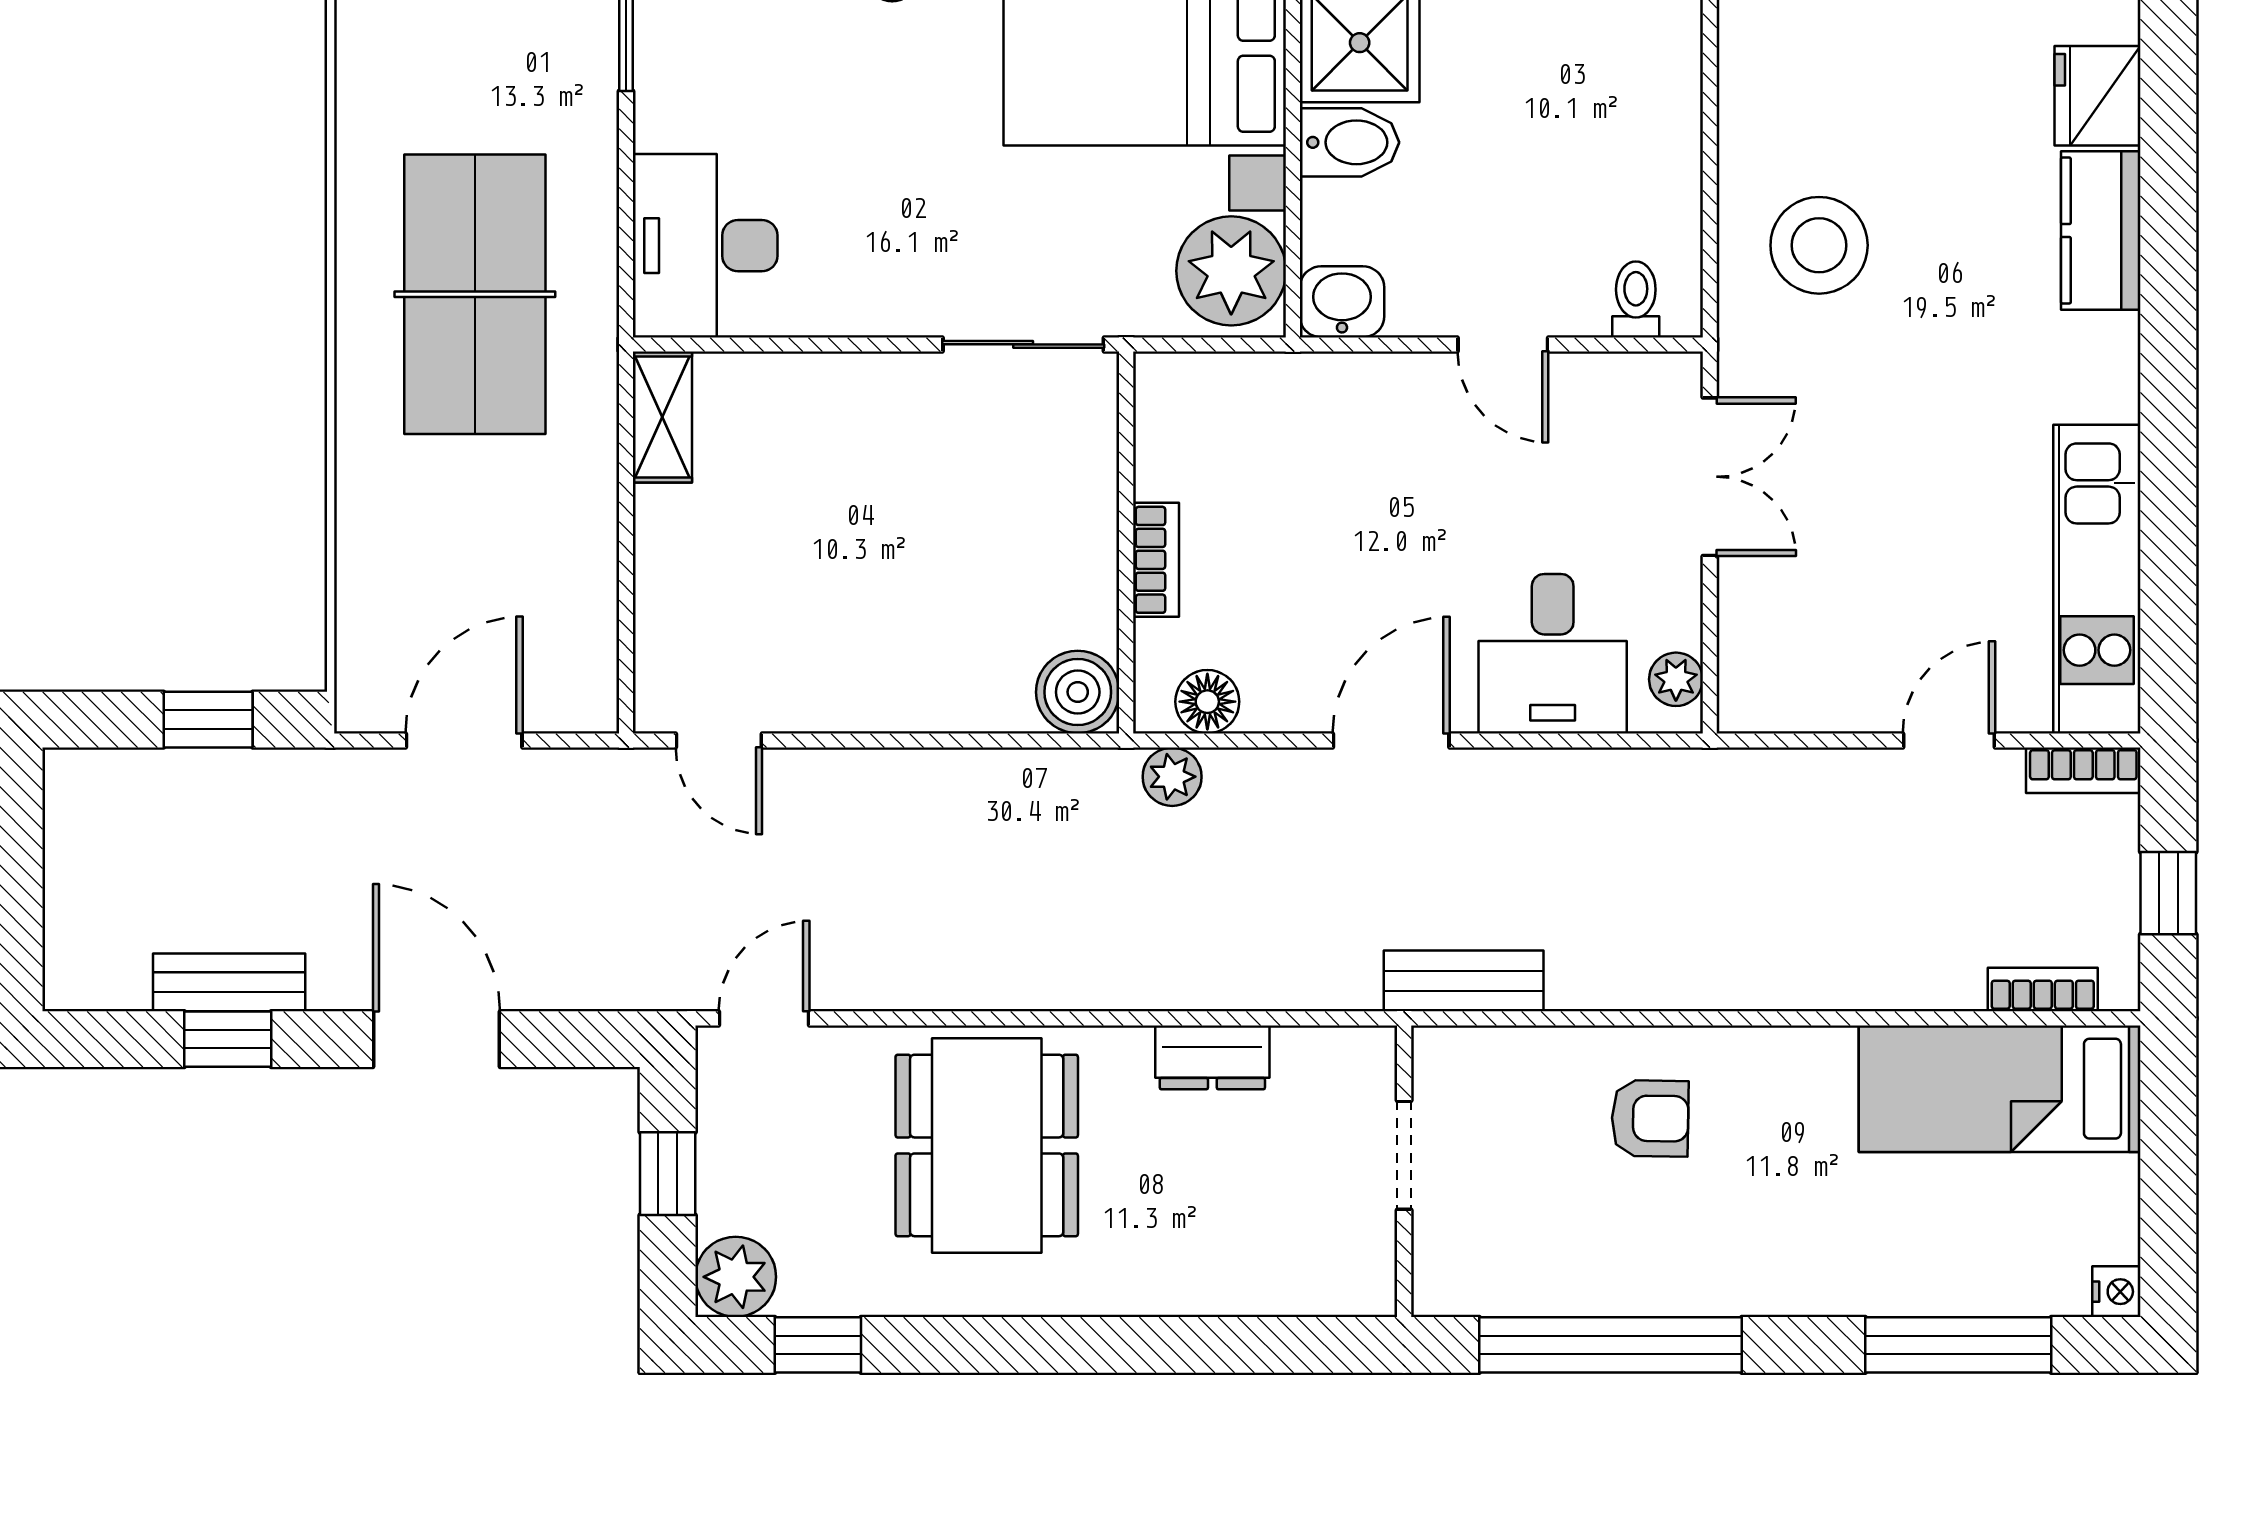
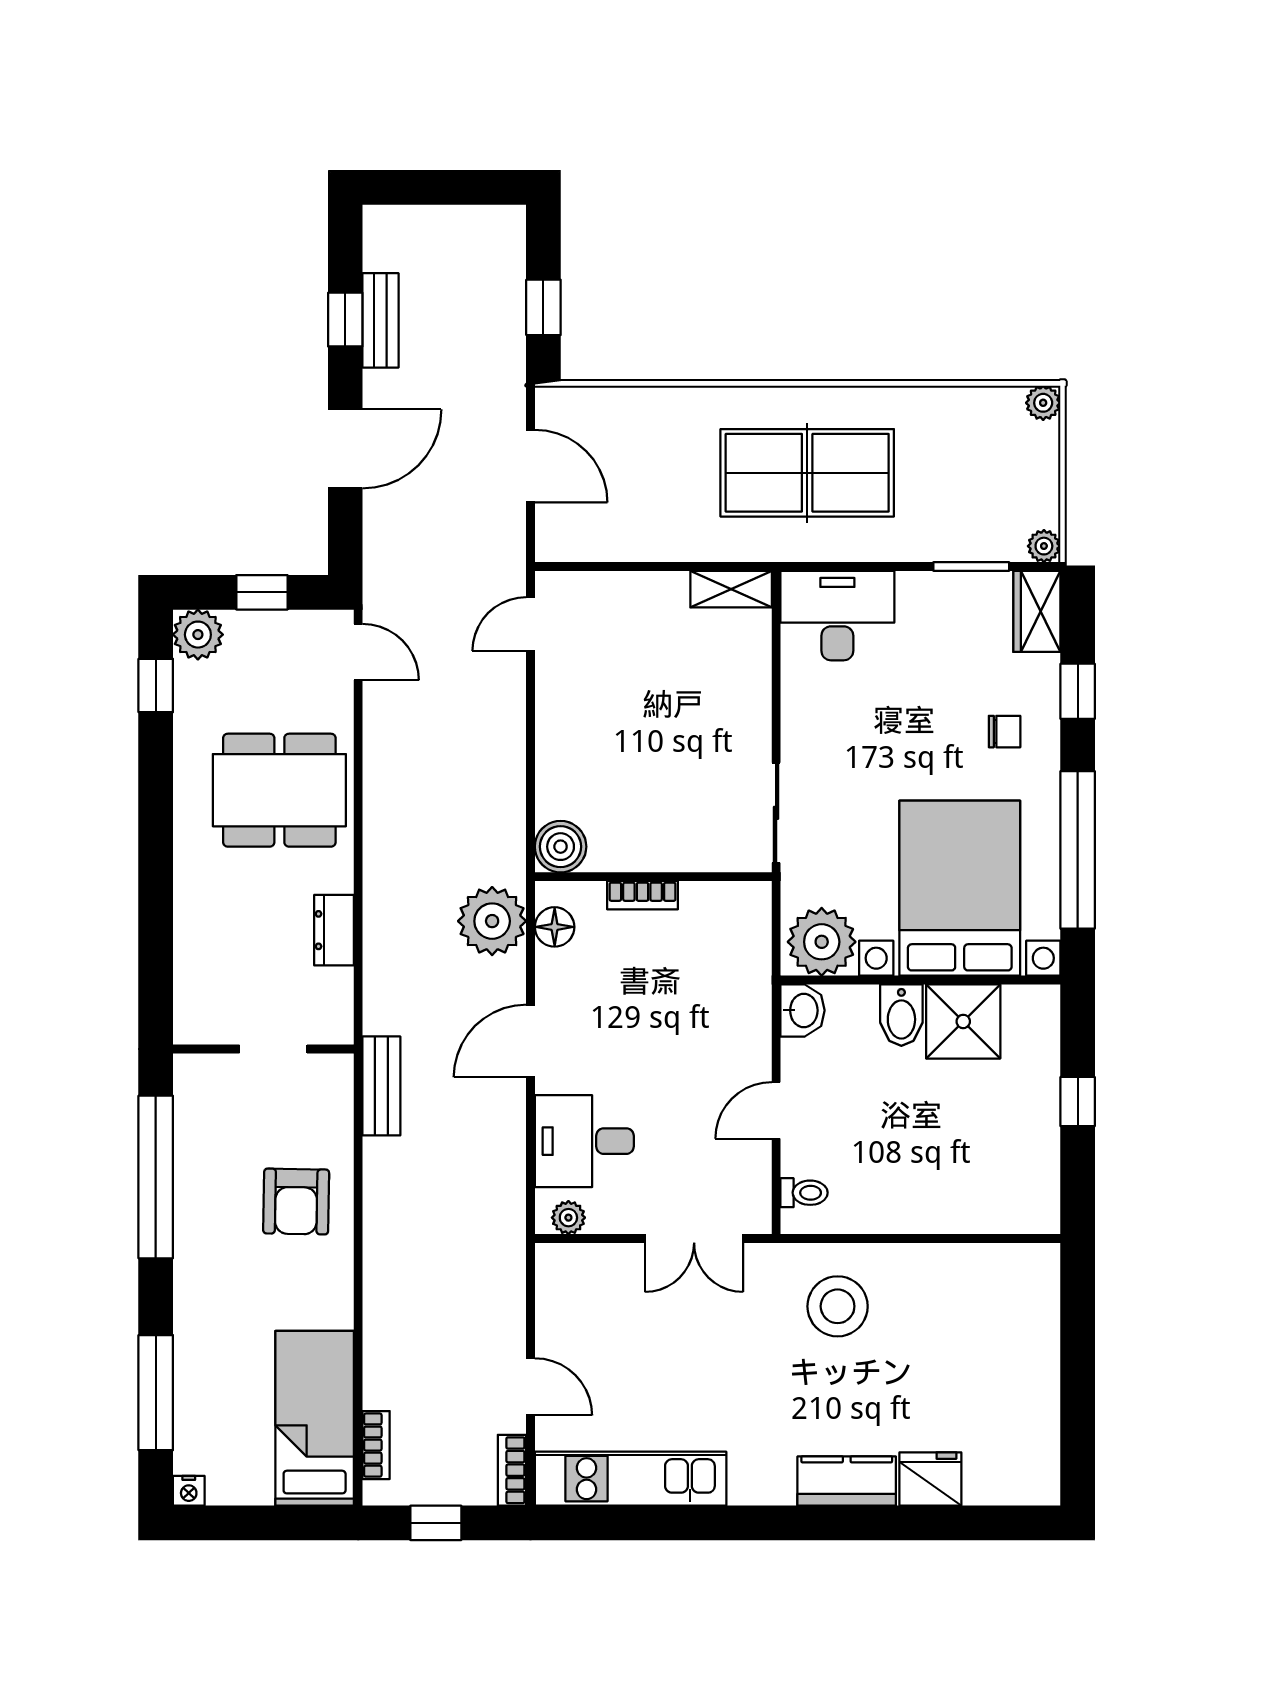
door: (1391, 740) -> (531, 1041), swing flipped
plant: (1172, 777) -> (492, 921), width x1.87, depth x1.87
armchair: (1650, 1118) -> (296, 1202), width x1.38, depth x1.38

